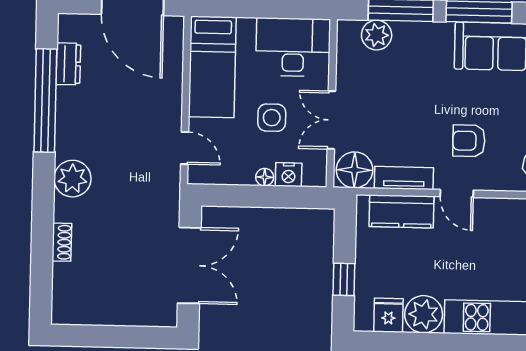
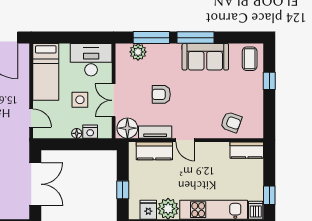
armchair: (469, 141) -> (161, 94), moved

